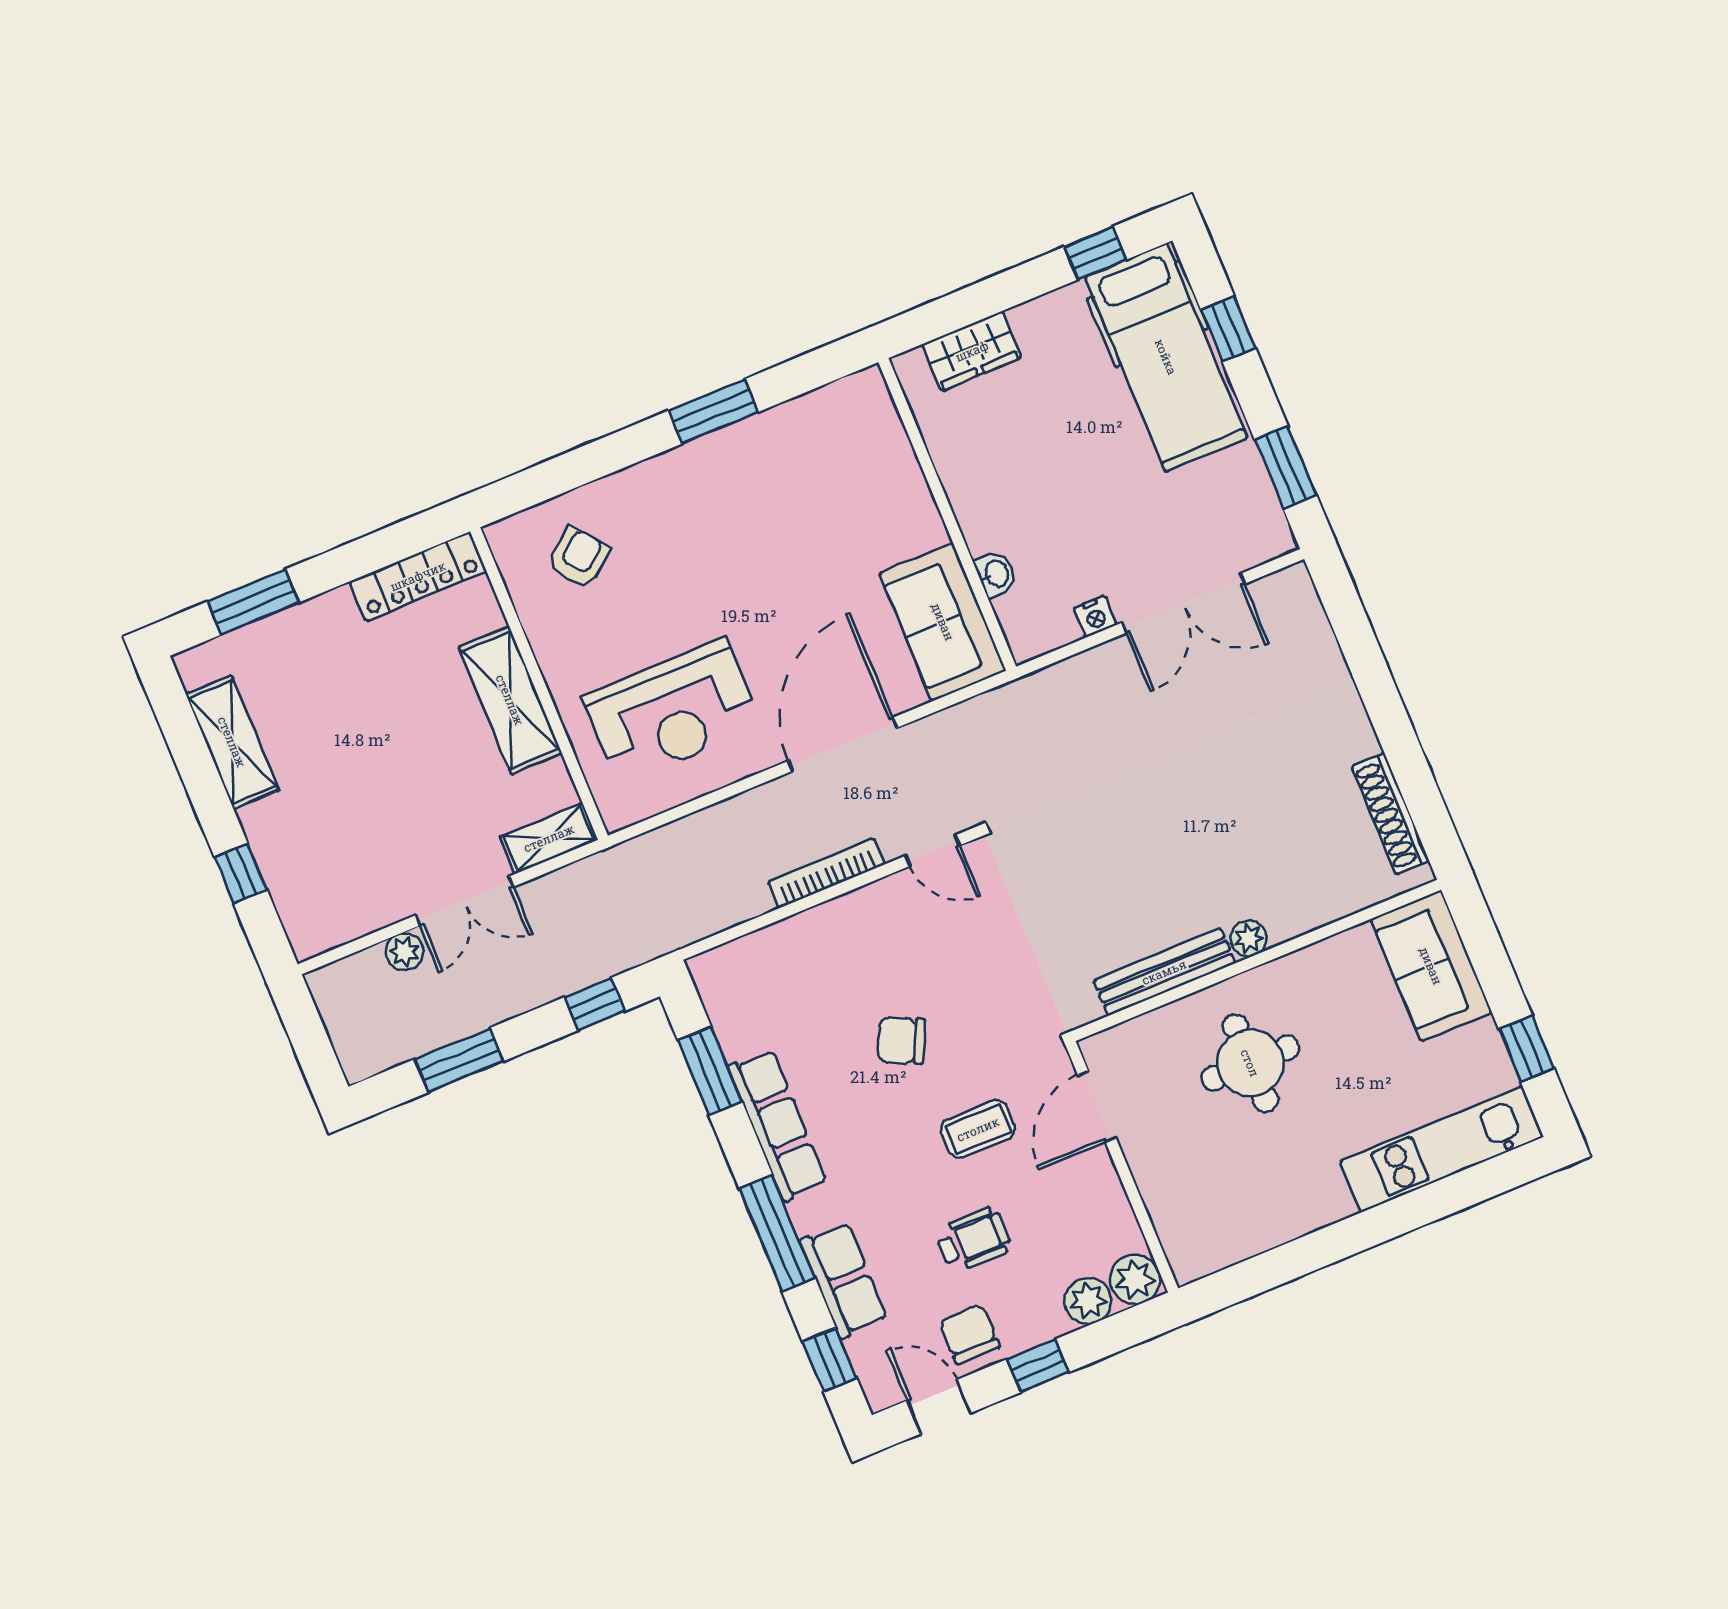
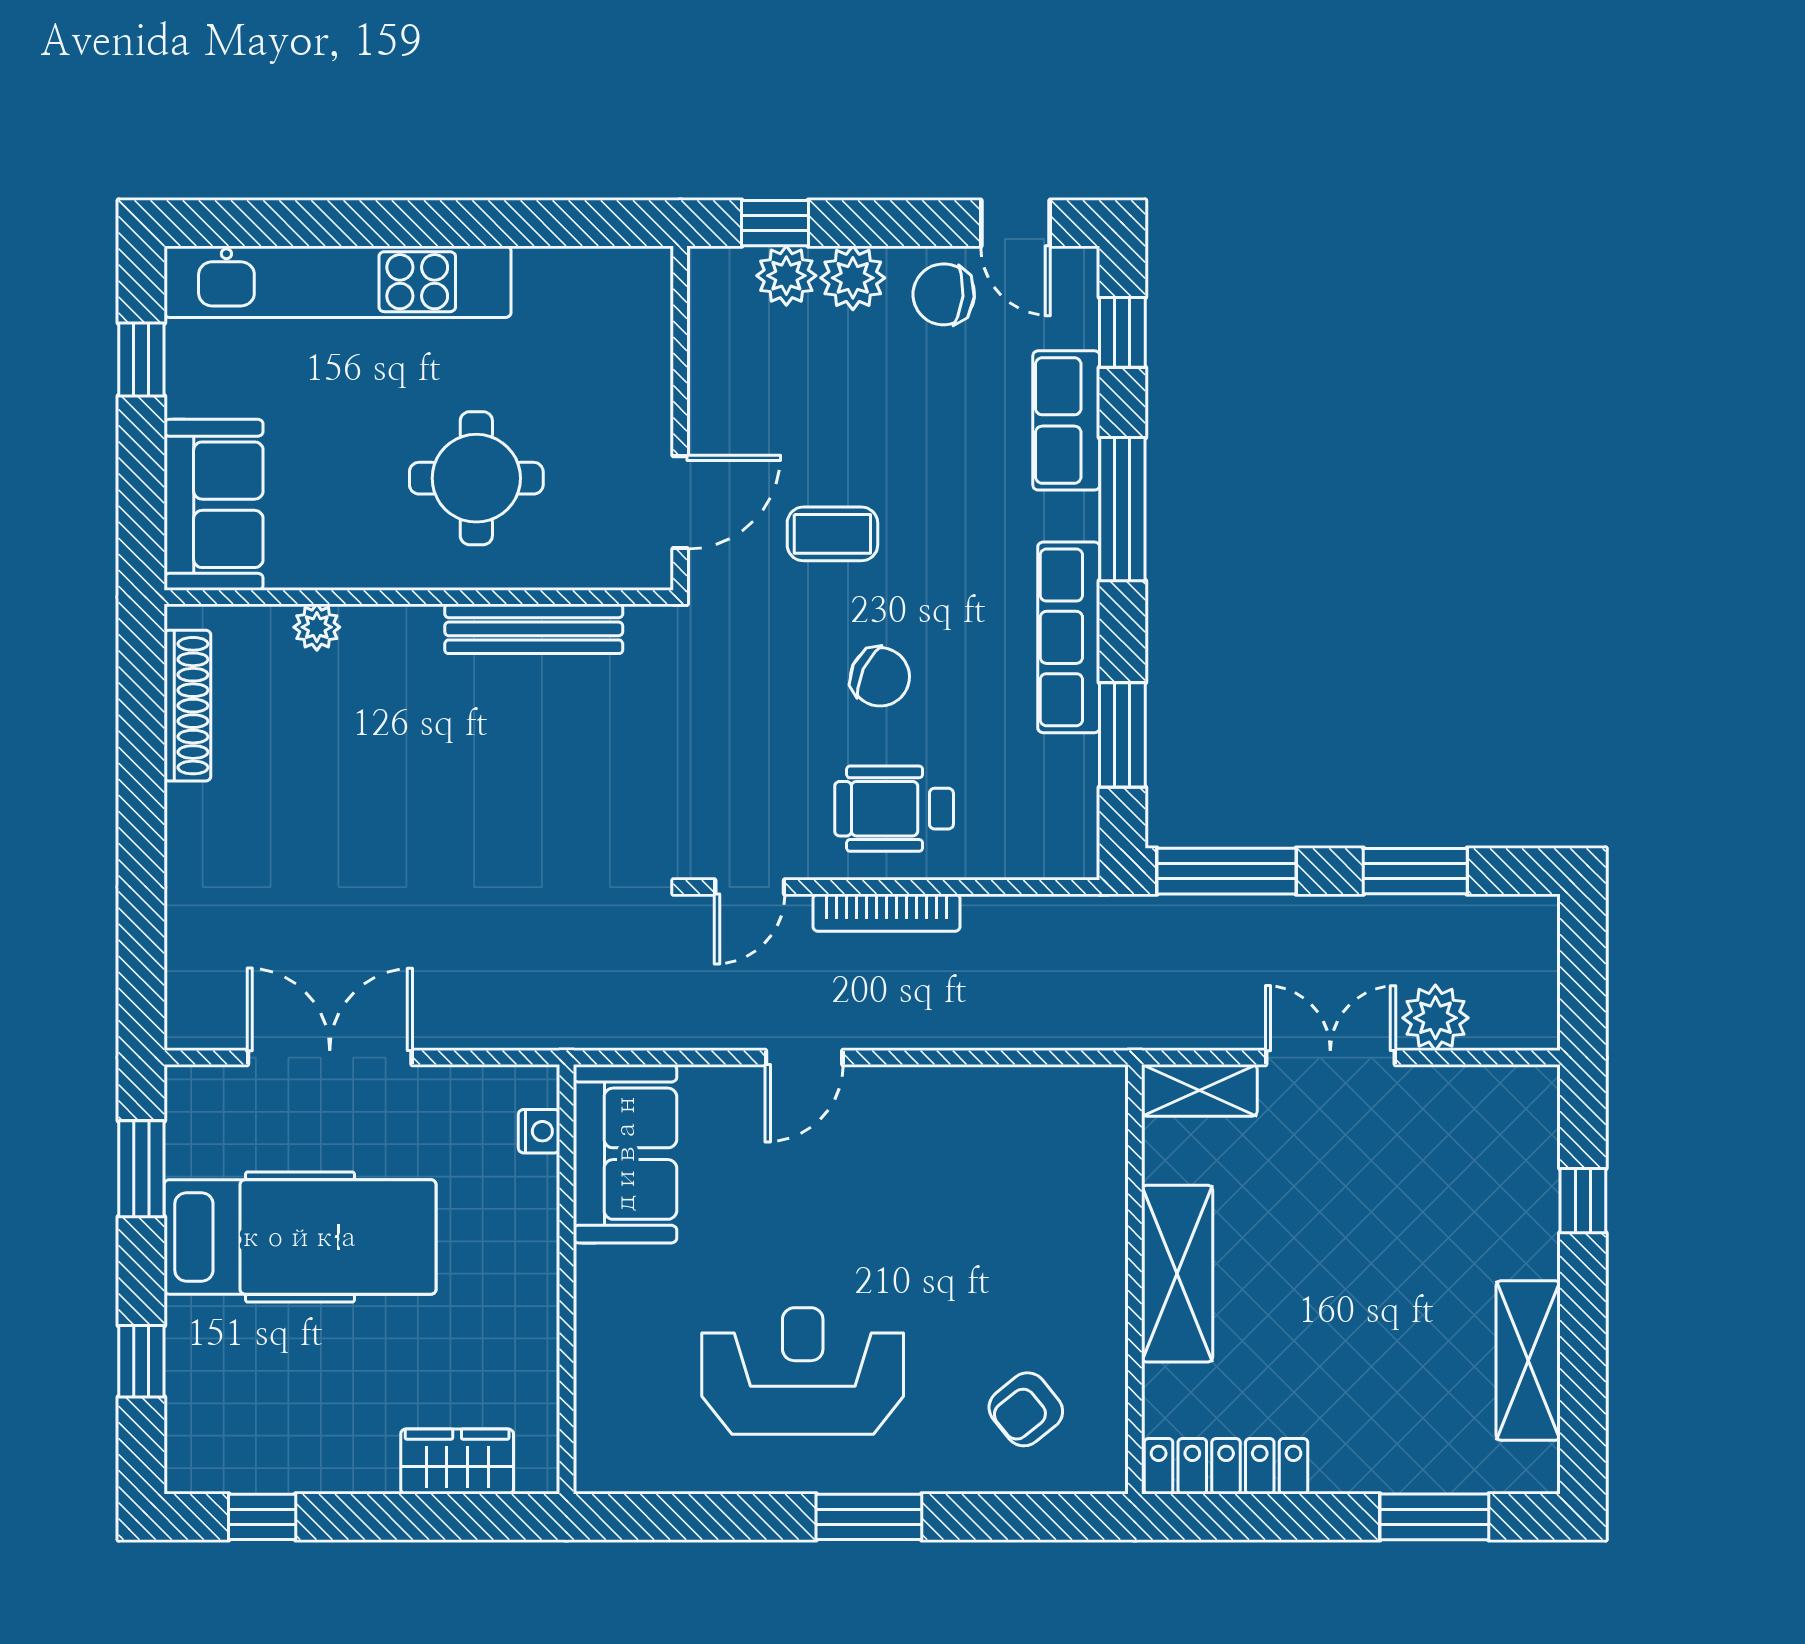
hospital bed: (1166, 357) -> (300, 1237), moved, turned 90
window: (714, 411) -> (869, 1517), moved
washbasin: (996, 574) -> (538, 1185), removed
nightstand: (1095, 617) -> (539, 1131), moved, turned 90
reception desk: (672, 711) -> (803, 1371), moved
door: (843, 744) -> (804, 1058), width x0.53
door: (932, 851) -> (750, 887), swing flipped
plant: (1249, 938) -> (317, 627), moved
plant: (405, 952) -> (1435, 1018), width x1.38, depth x1.38
window: (595, 1004) -> (1227, 871), width x2.17
kitchen unit: (1442, 1149) -> (337, 282), width x1.36
wheelchair: (973, 1240) -> (894, 809), moved, width x1.36, depth x1.37
plant: (1135, 1279) -> (853, 278), moved
chair: (969, 1334) -> (944, 294), turned 95
window: (1038, 1366) -> (775, 223), moved

